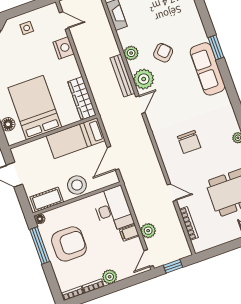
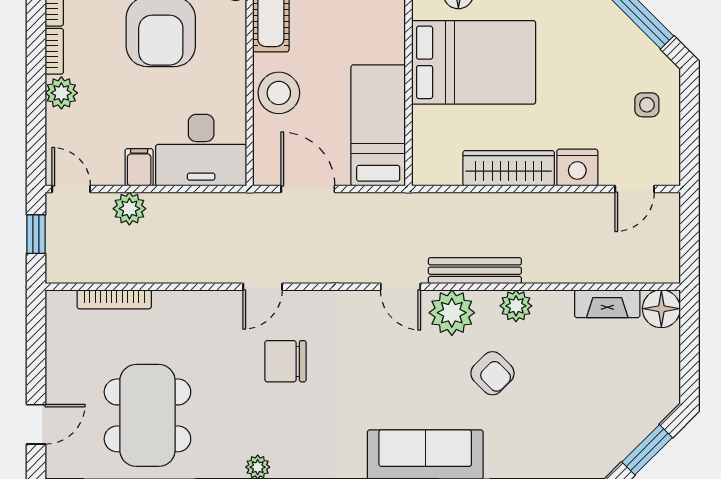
wardrobe: (82, 98) -> (509, 168), moved
door: (172, 193) -> (263, 287), moved

